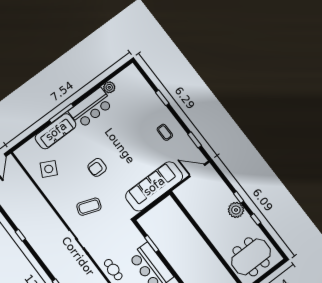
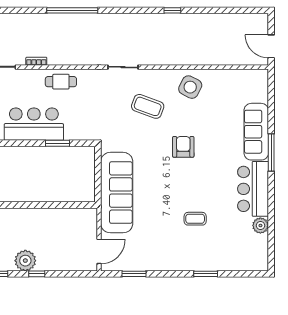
coffee table: (165, 132) -> (195, 219), moved
side table: (49, 169) -> (190, 87), moved
coffee table: (89, 207) -> (148, 106), turned 90

